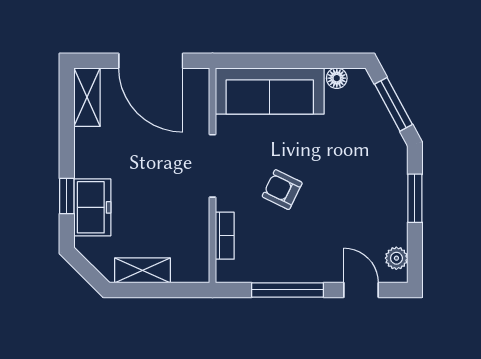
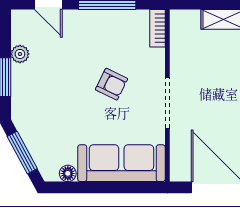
bookcase: (225, 236) -> (158, 28), moved
plant: (396, 258) -> (20, 54), moved

